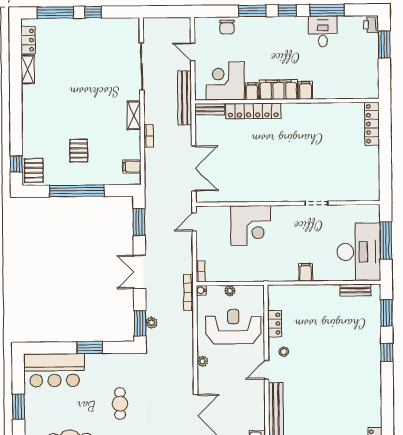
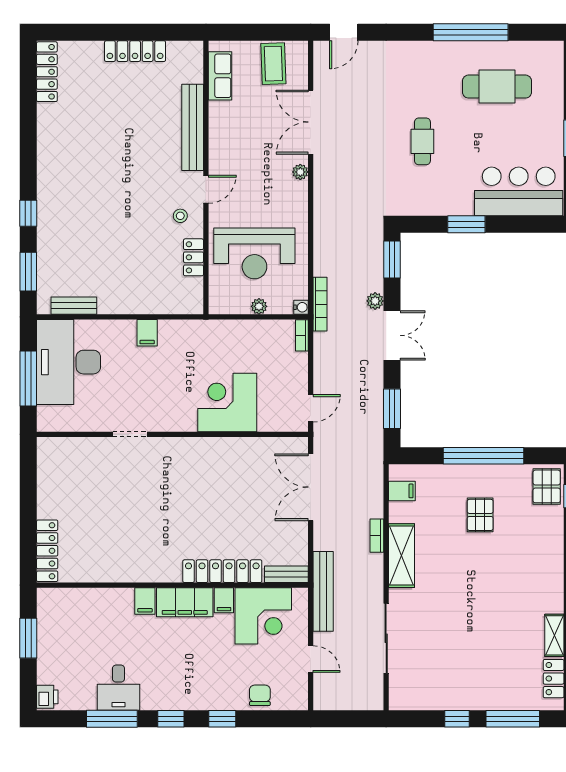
window: (252, 11) -> (222, 719), width x0.67
window: (384, 44) -> (28, 638), moved
shelving: (134, 115) -> (401, 556), width x1.50, depth x1.33
plant: (151, 323) -> (375, 301), moved
plant: (202, 361) -> (300, 172), moved

